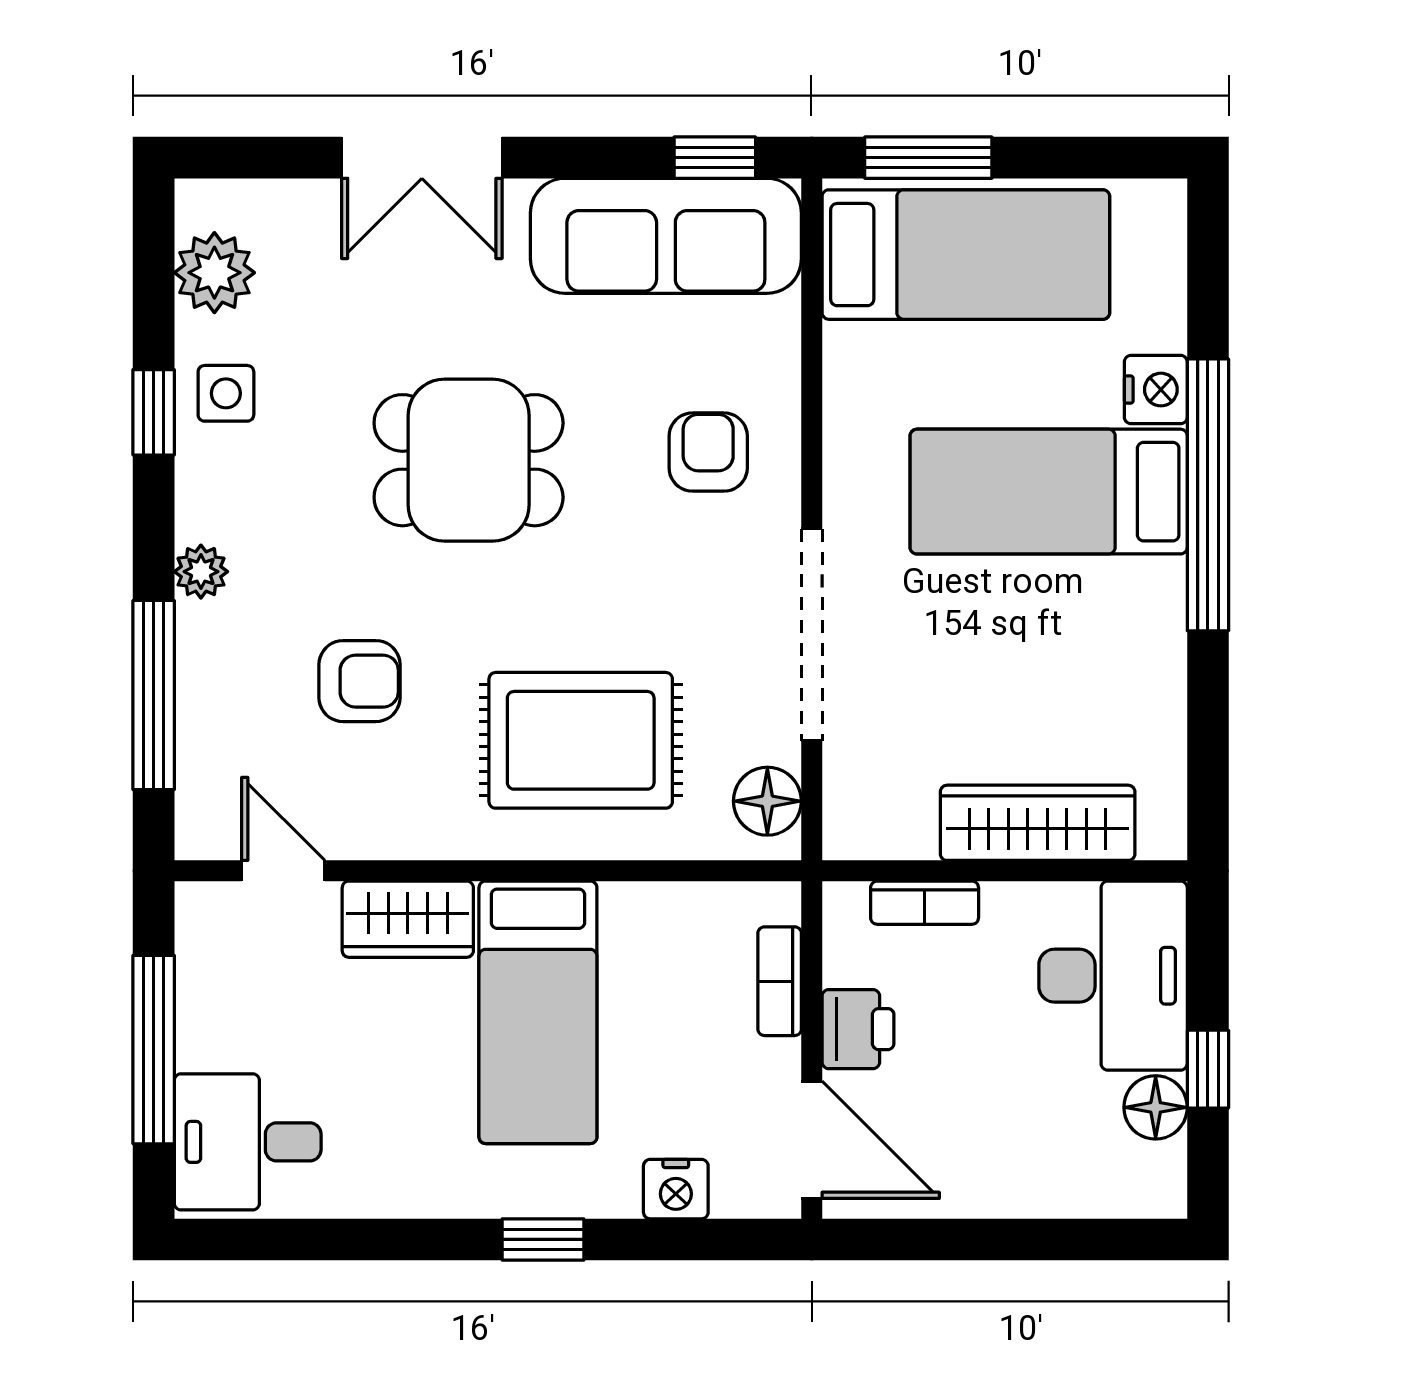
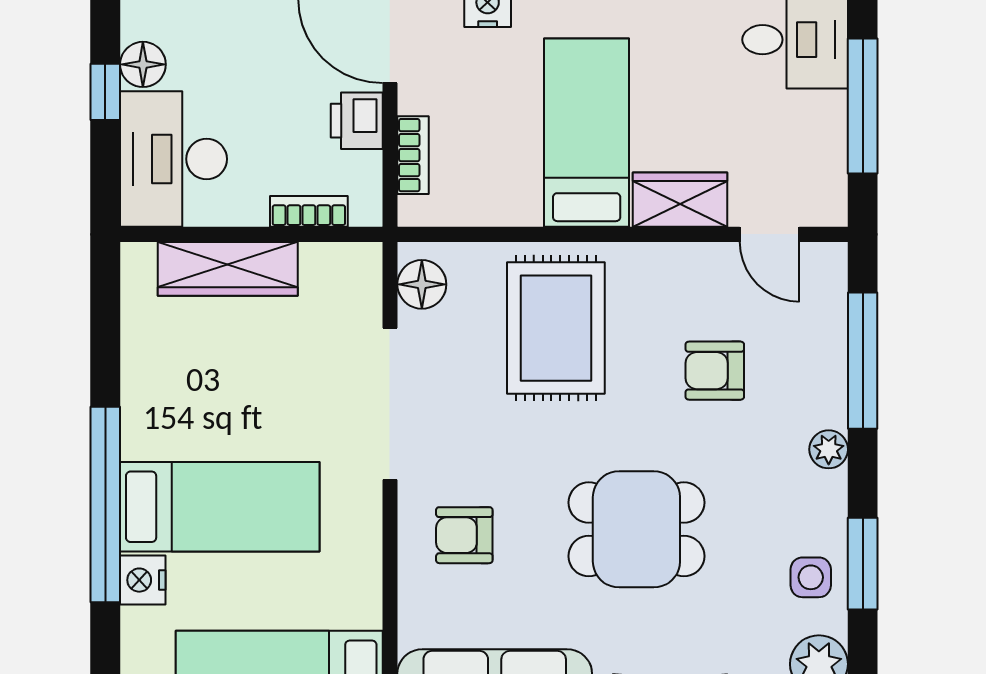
window: (154, 412) -> (863, 564), width x1.50
armchair: (708, 452) -> (464, 535), turned 90
rug: (581, 740) -> (556, 328), turned 90

